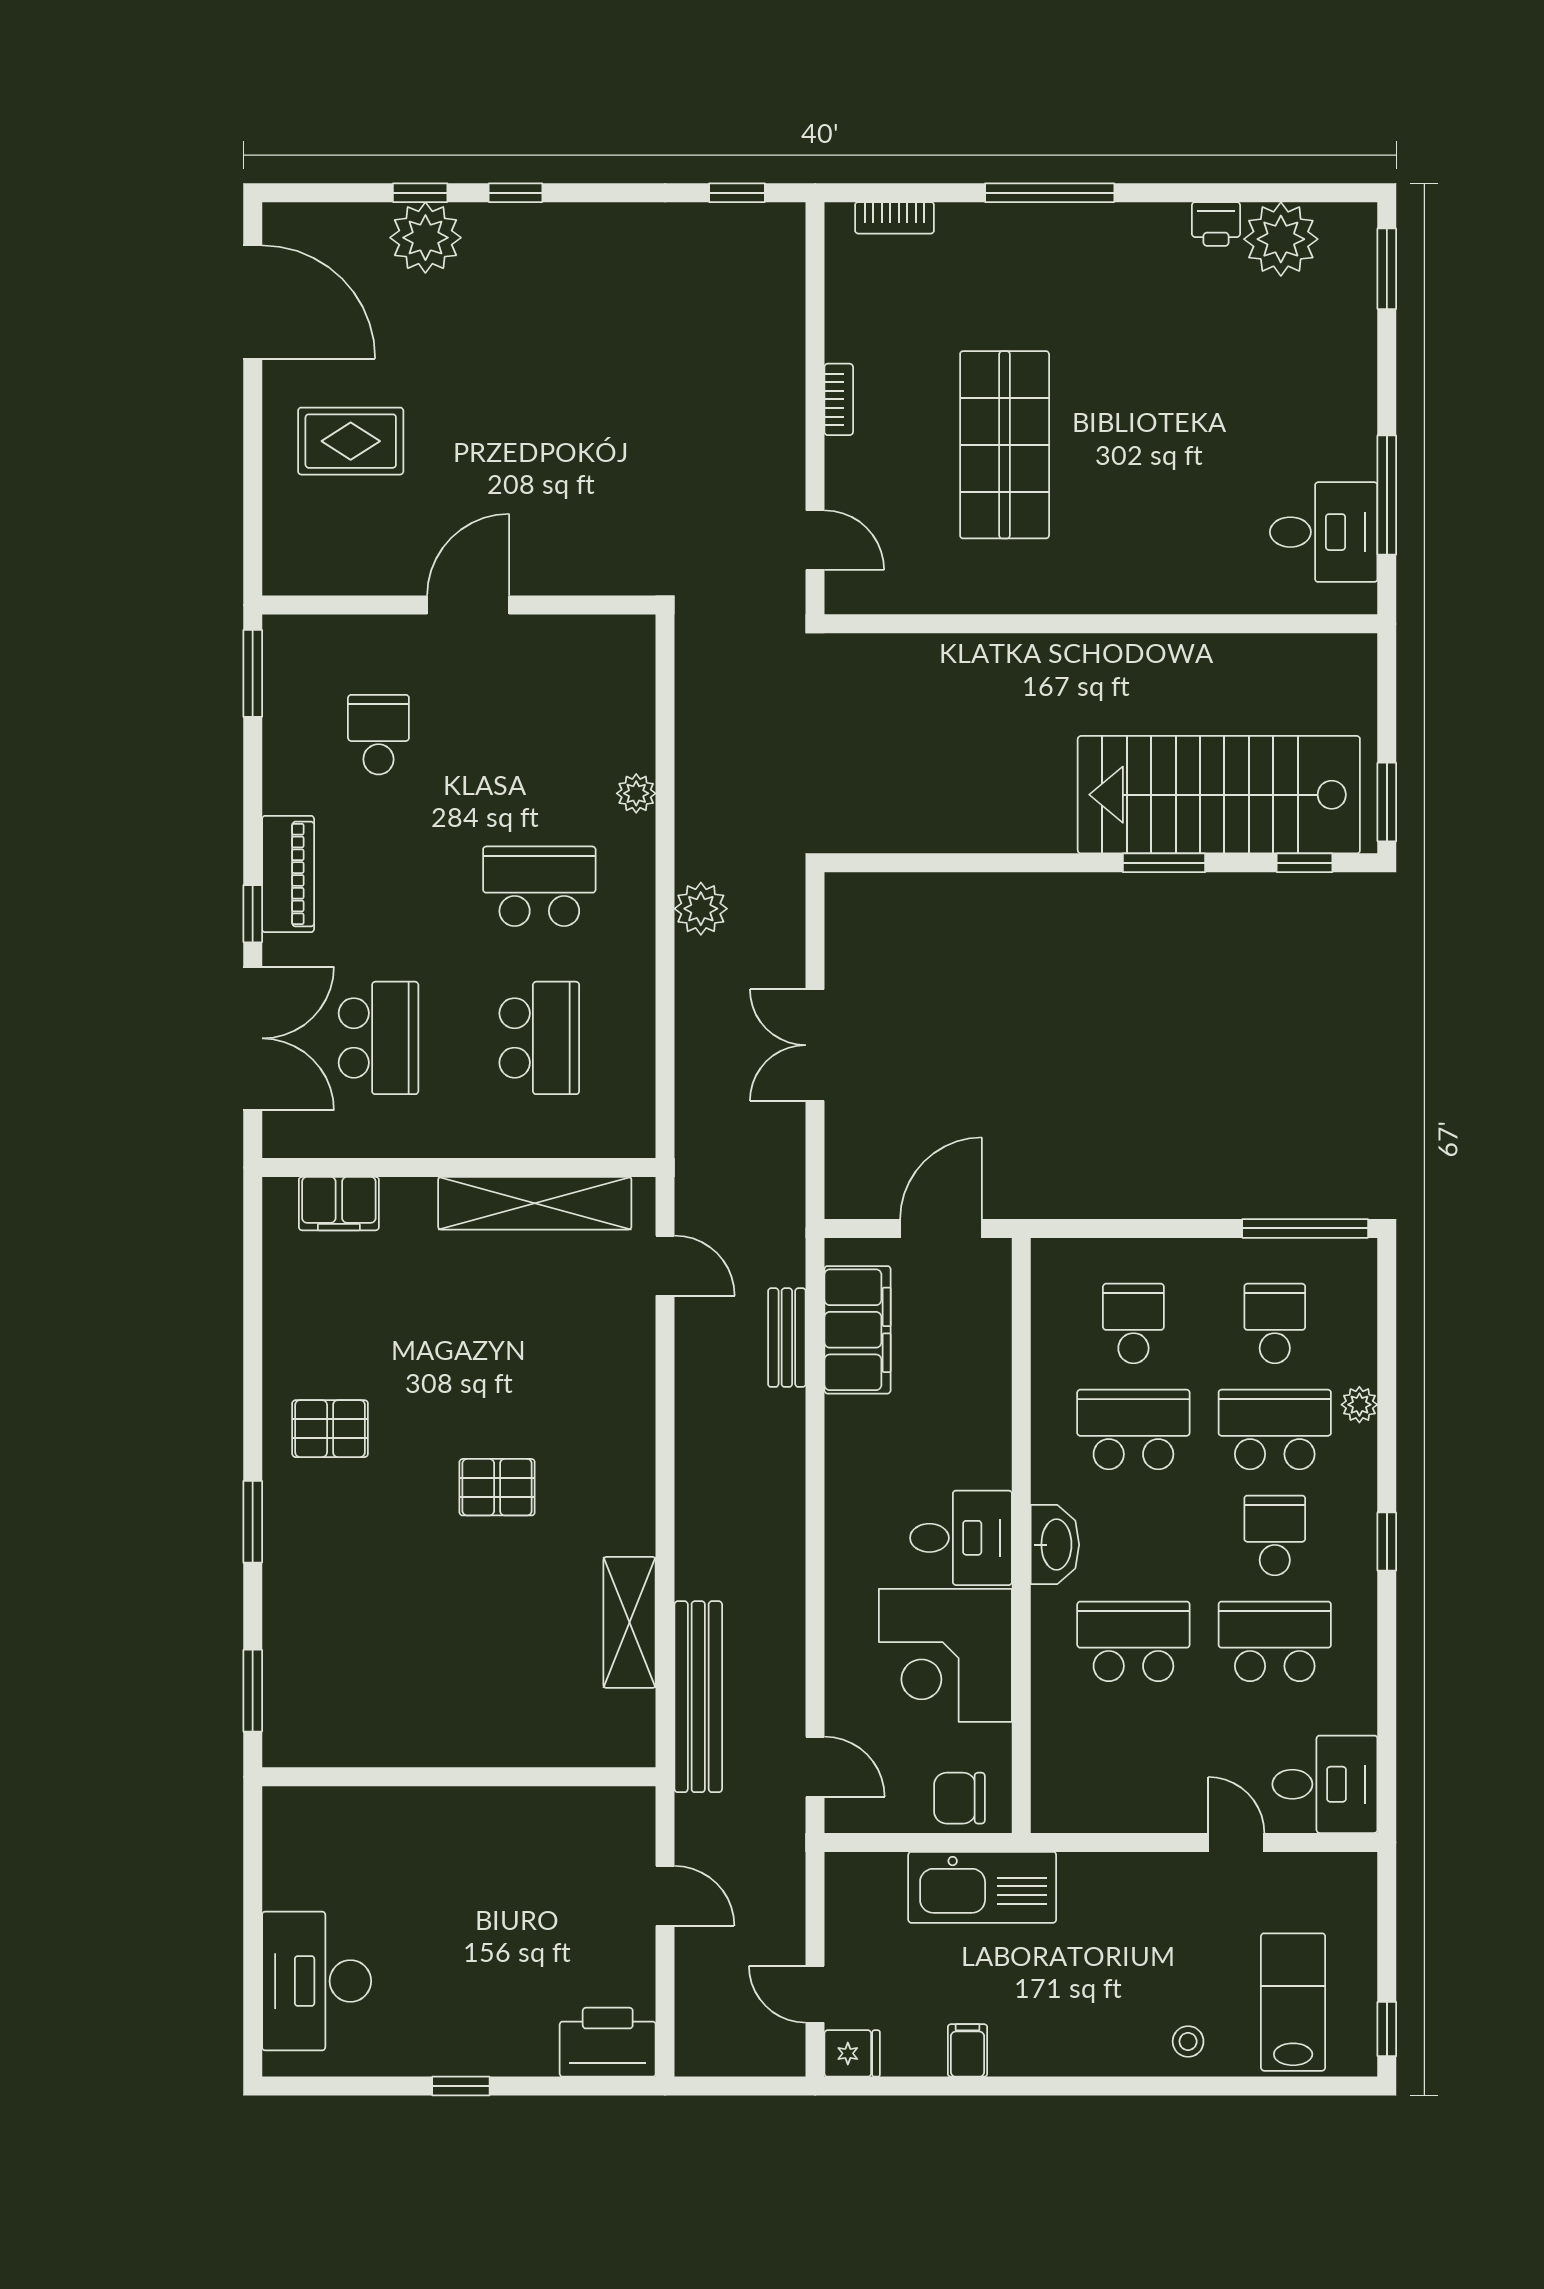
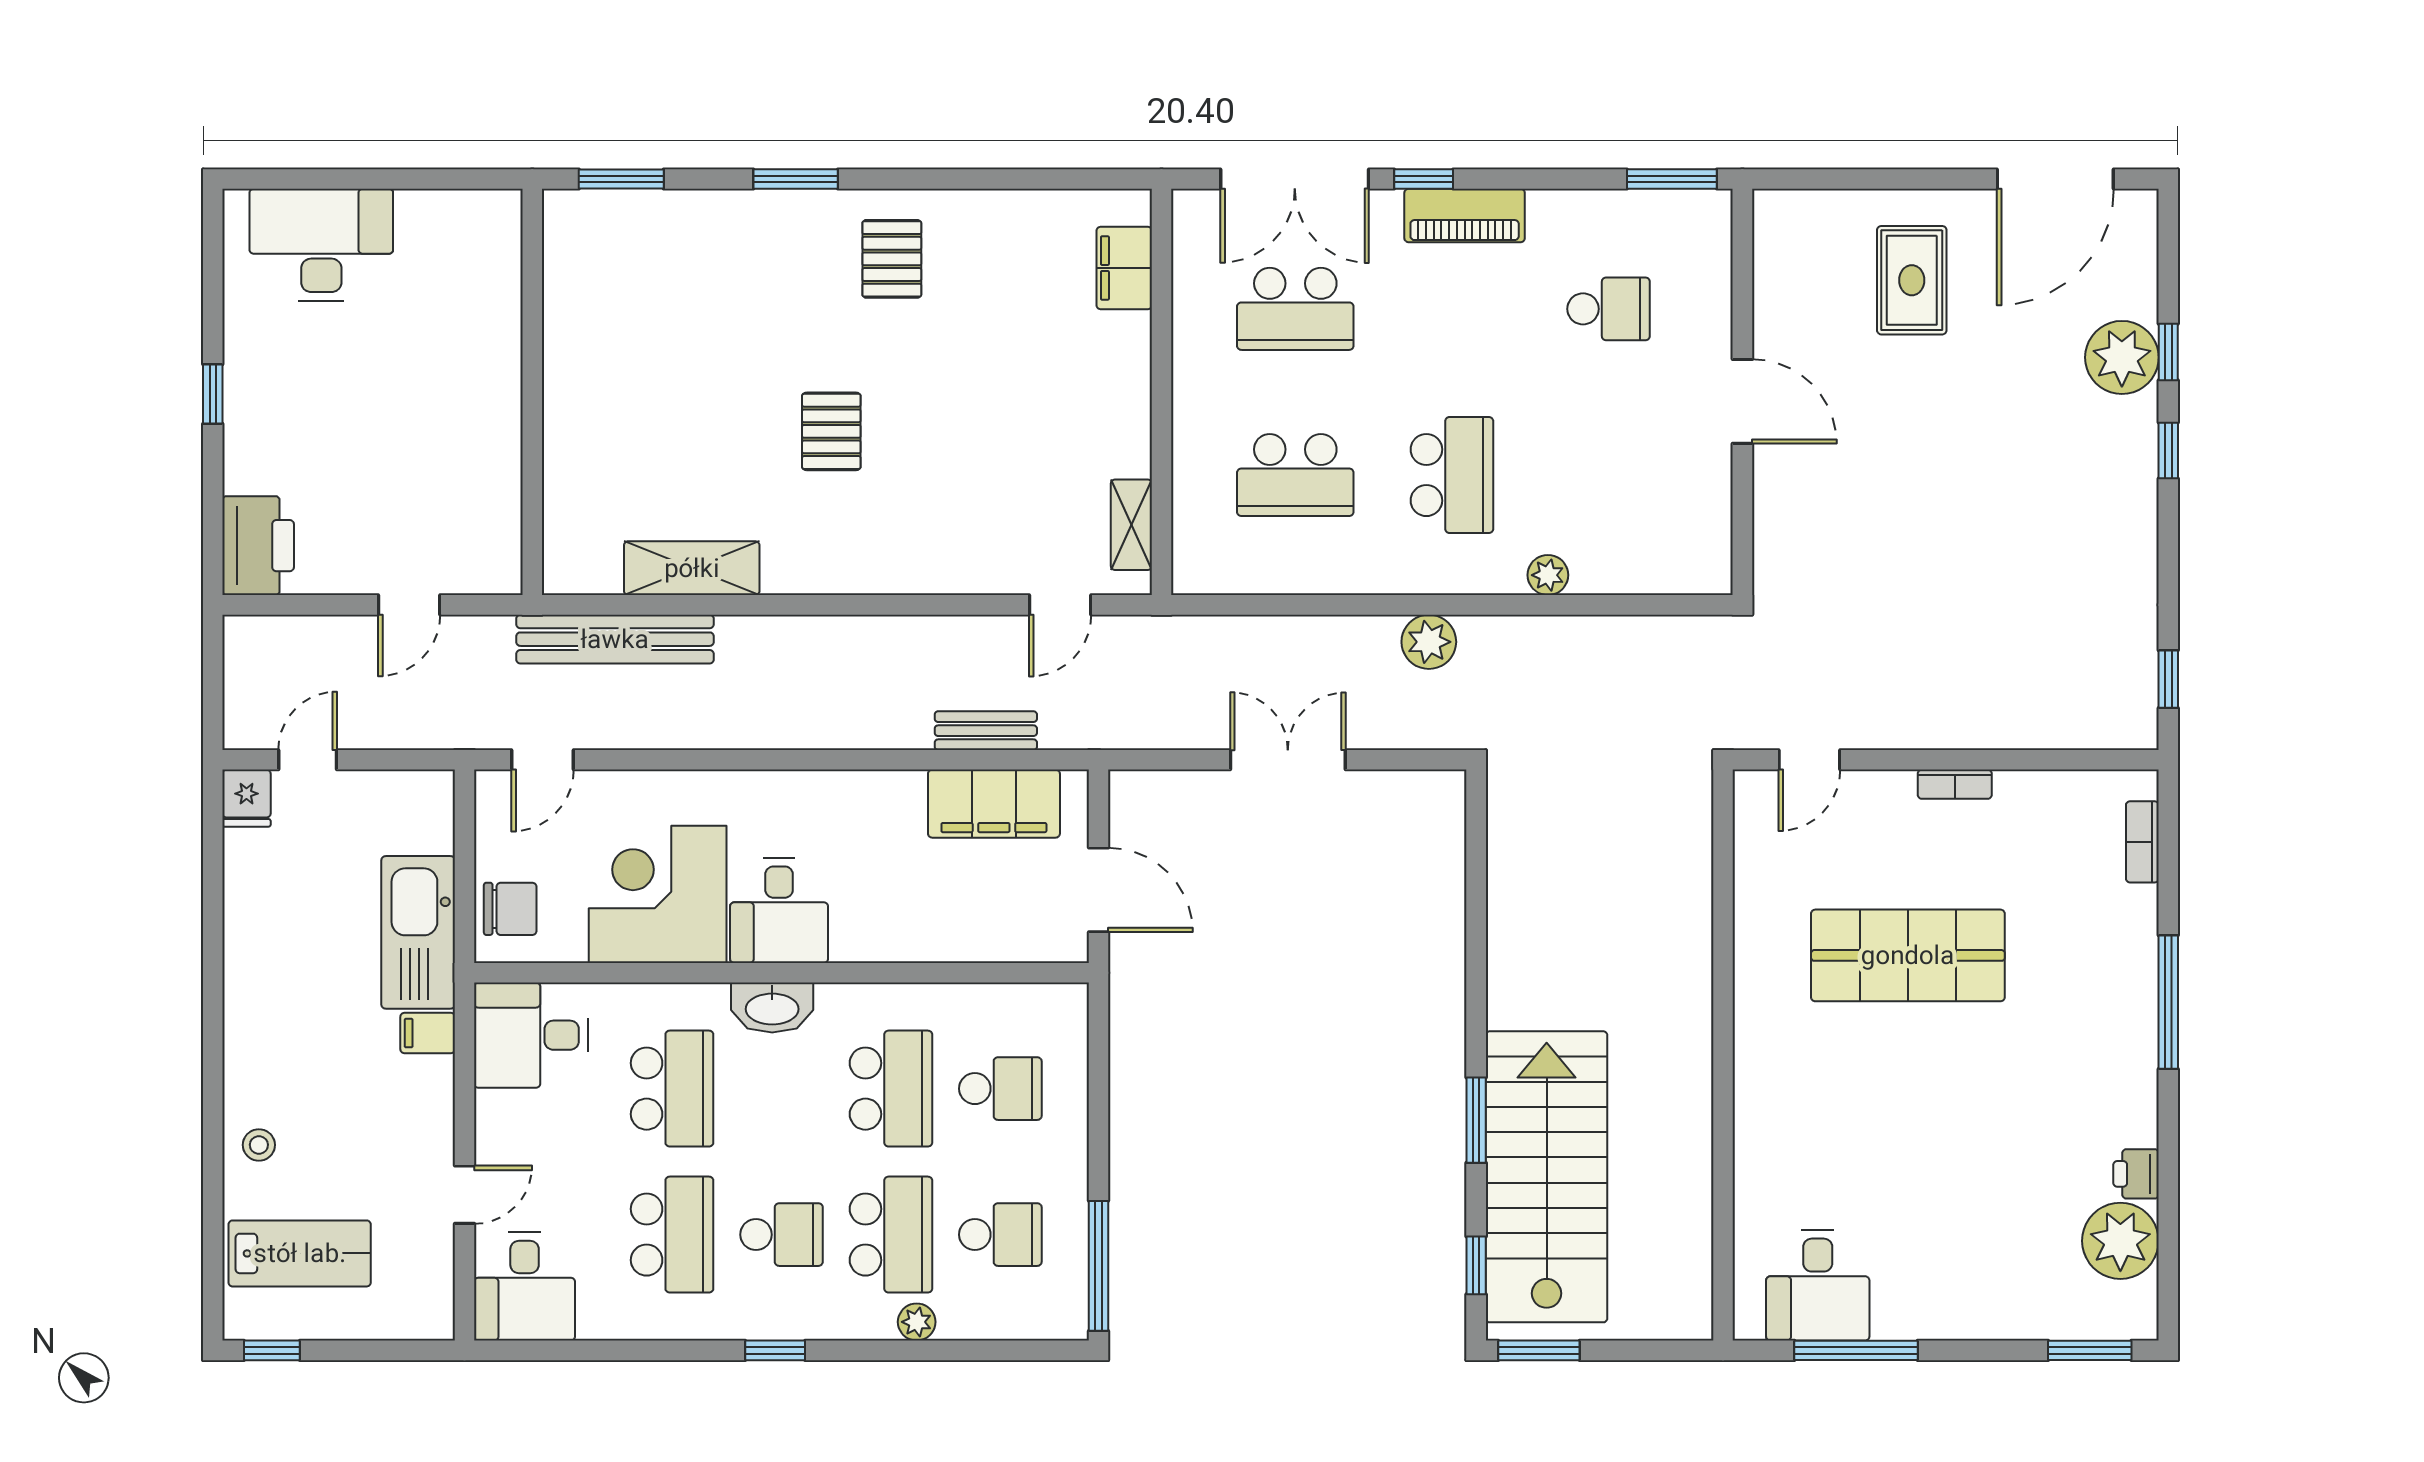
shelving: (535, 1203) -> (1131, 525), width x0.45, depth x0.75
desk: (1082, 1778) -> (531, 1035), added
chair: (959, 1798) -> (510, 909), turned 90
filing cabinet: (968, 2050) -> (428, 1033), moved, turned 180

